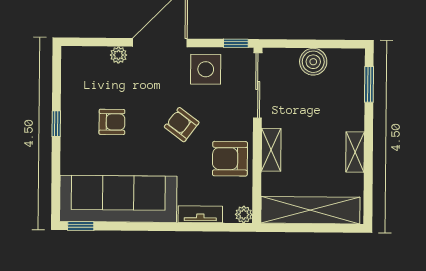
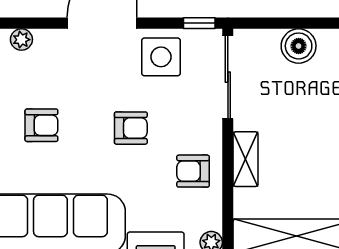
plant: (118, 55) -> (21, 40), moved
armchair: (182, 125) -> (131, 128), turned 143
armchair: (230, 159) -> (193, 171), width x0.72, depth x0.72

